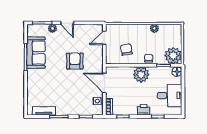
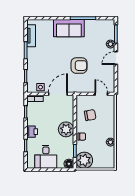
sofa: (36, 53) -> (69, 28), moved

